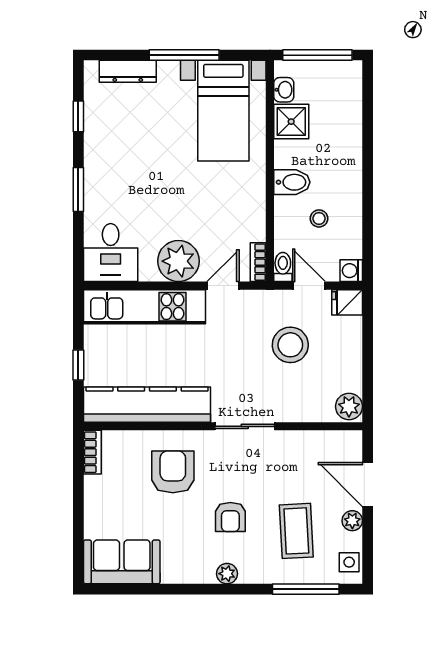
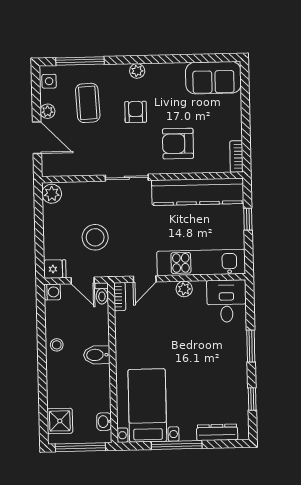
shower: (291, 122) -> (60, 421), moved
stool: (319, 218) -> (57, 345), moved
plant: (178, 261) -> (184, 289), width x0.53, depth x0.53
armchair: (173, 472) -> (178, 144), turned 90

